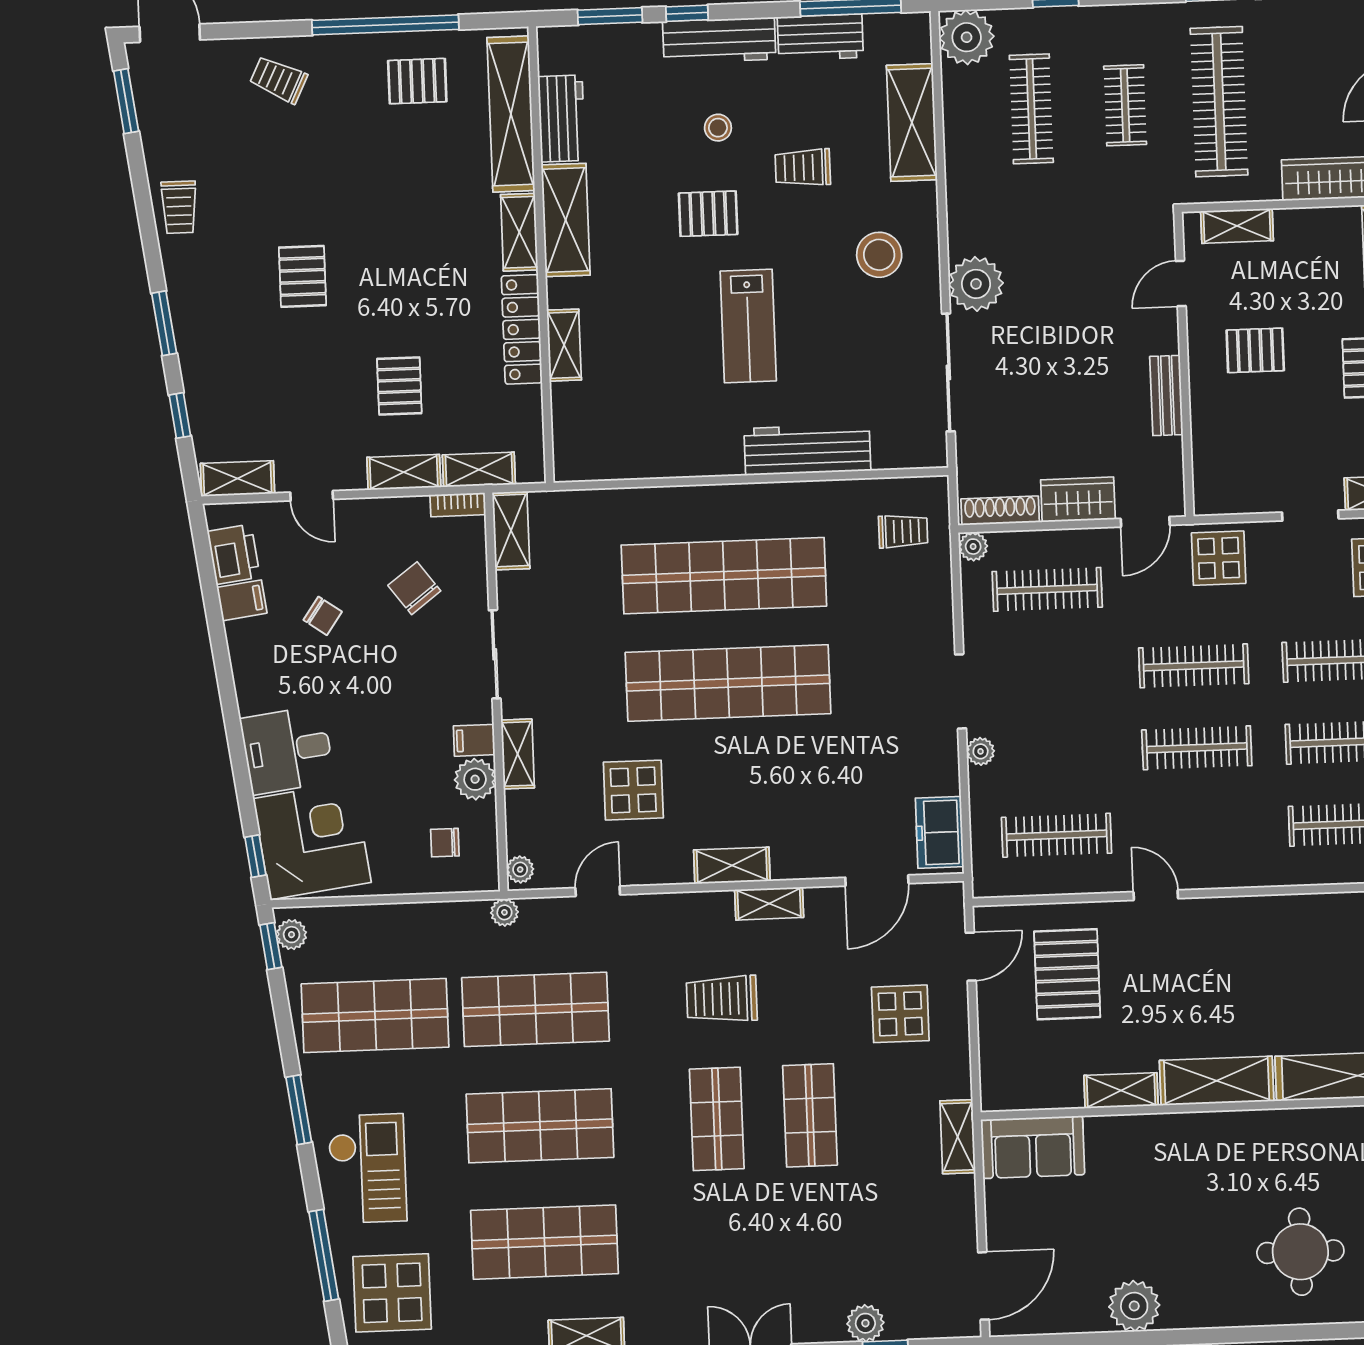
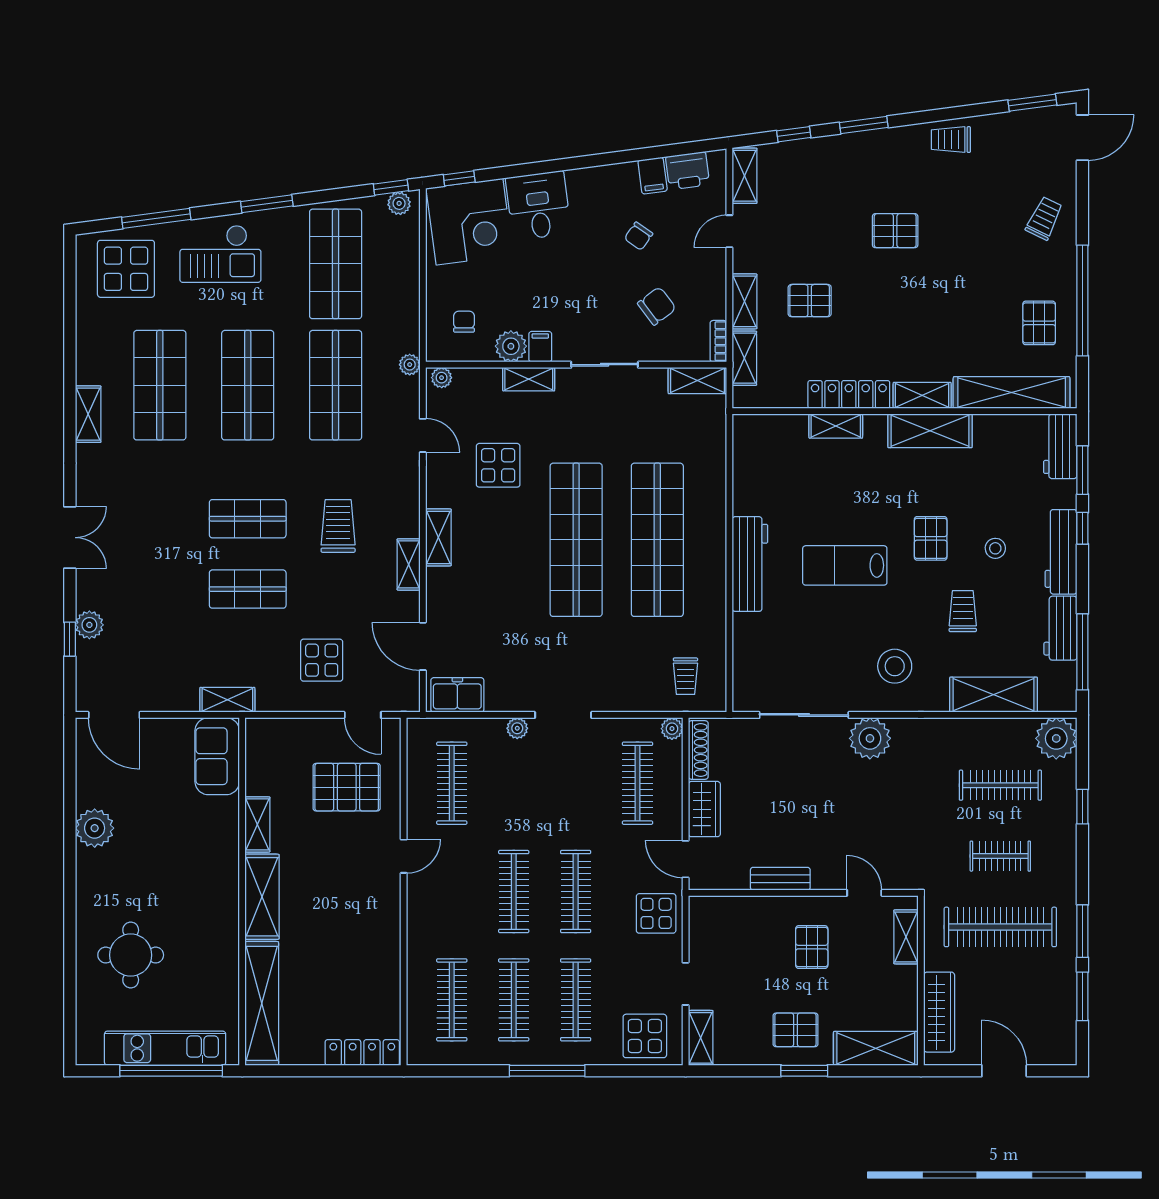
workbench: (562, 118) -> (1060, 446), moved, turned 90
workbench: (807, 450) -> (750, 564), moved

